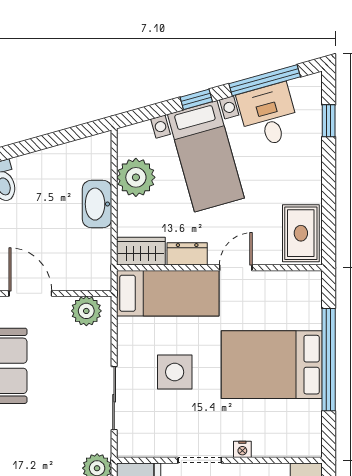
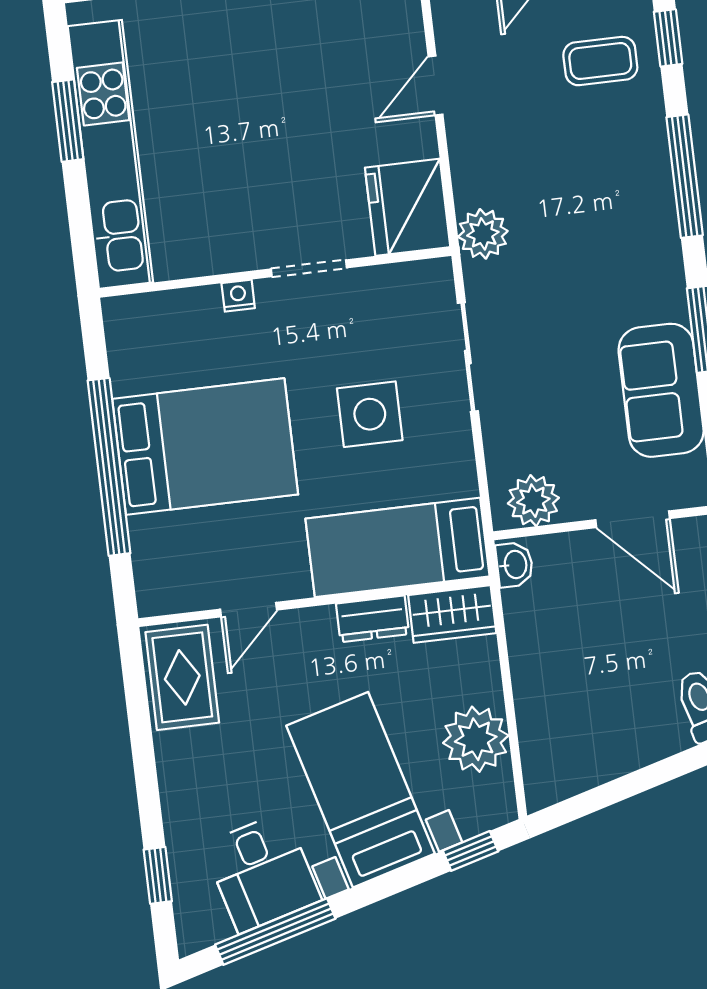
window: (196, 99) -> (471, 851), moved
washbasin: (97, 204) -> (515, 565), moved, width x0.52, depth x0.69
door: (236, 268) -> (249, 610), moved

